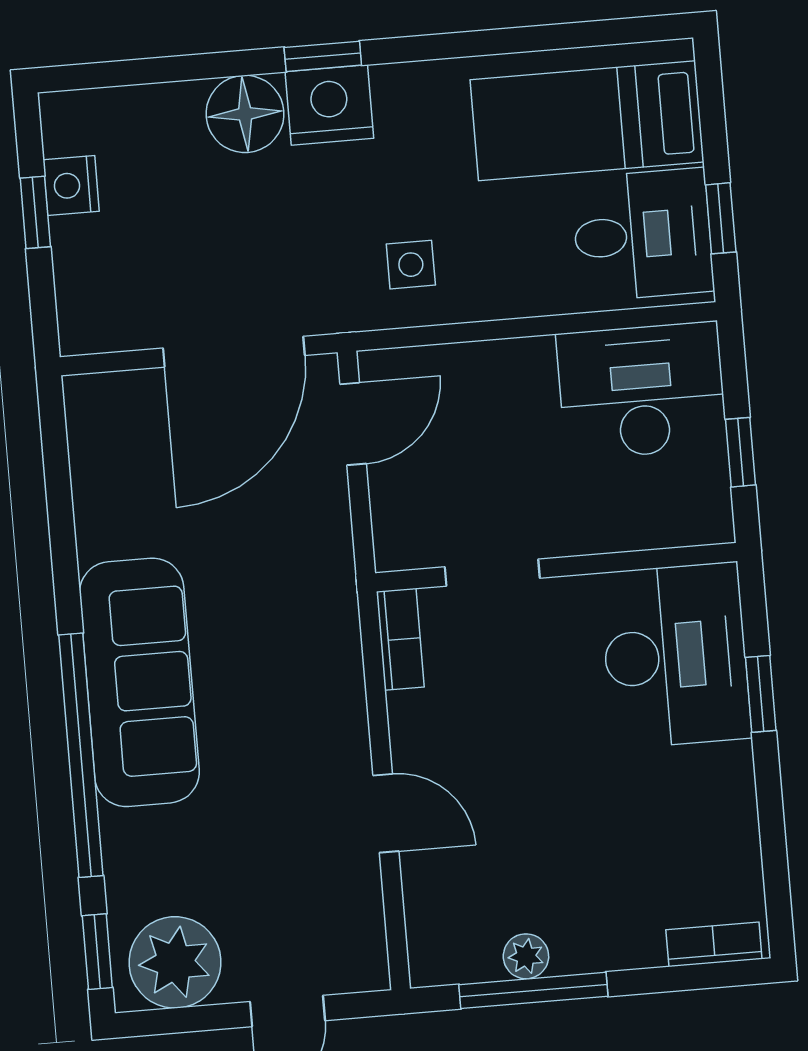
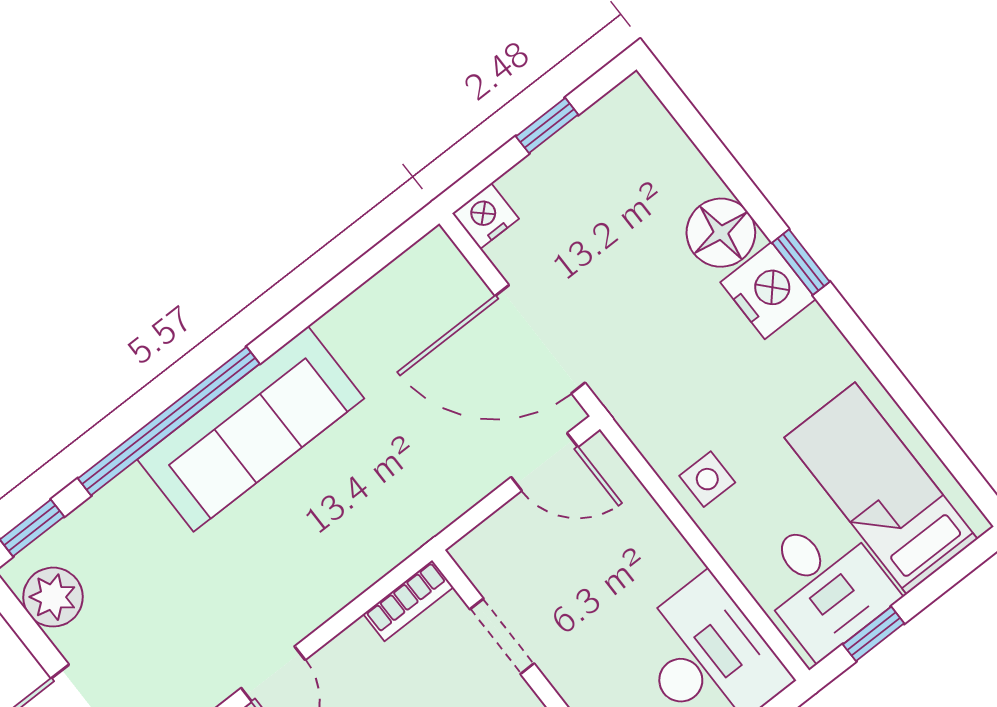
nightstand: (71, 185) -> (485, 216), moved
side table: (411, 265) -> (707, 479), moved
plant: (175, 962) -> (53, 597), width x0.73, depth x0.73

